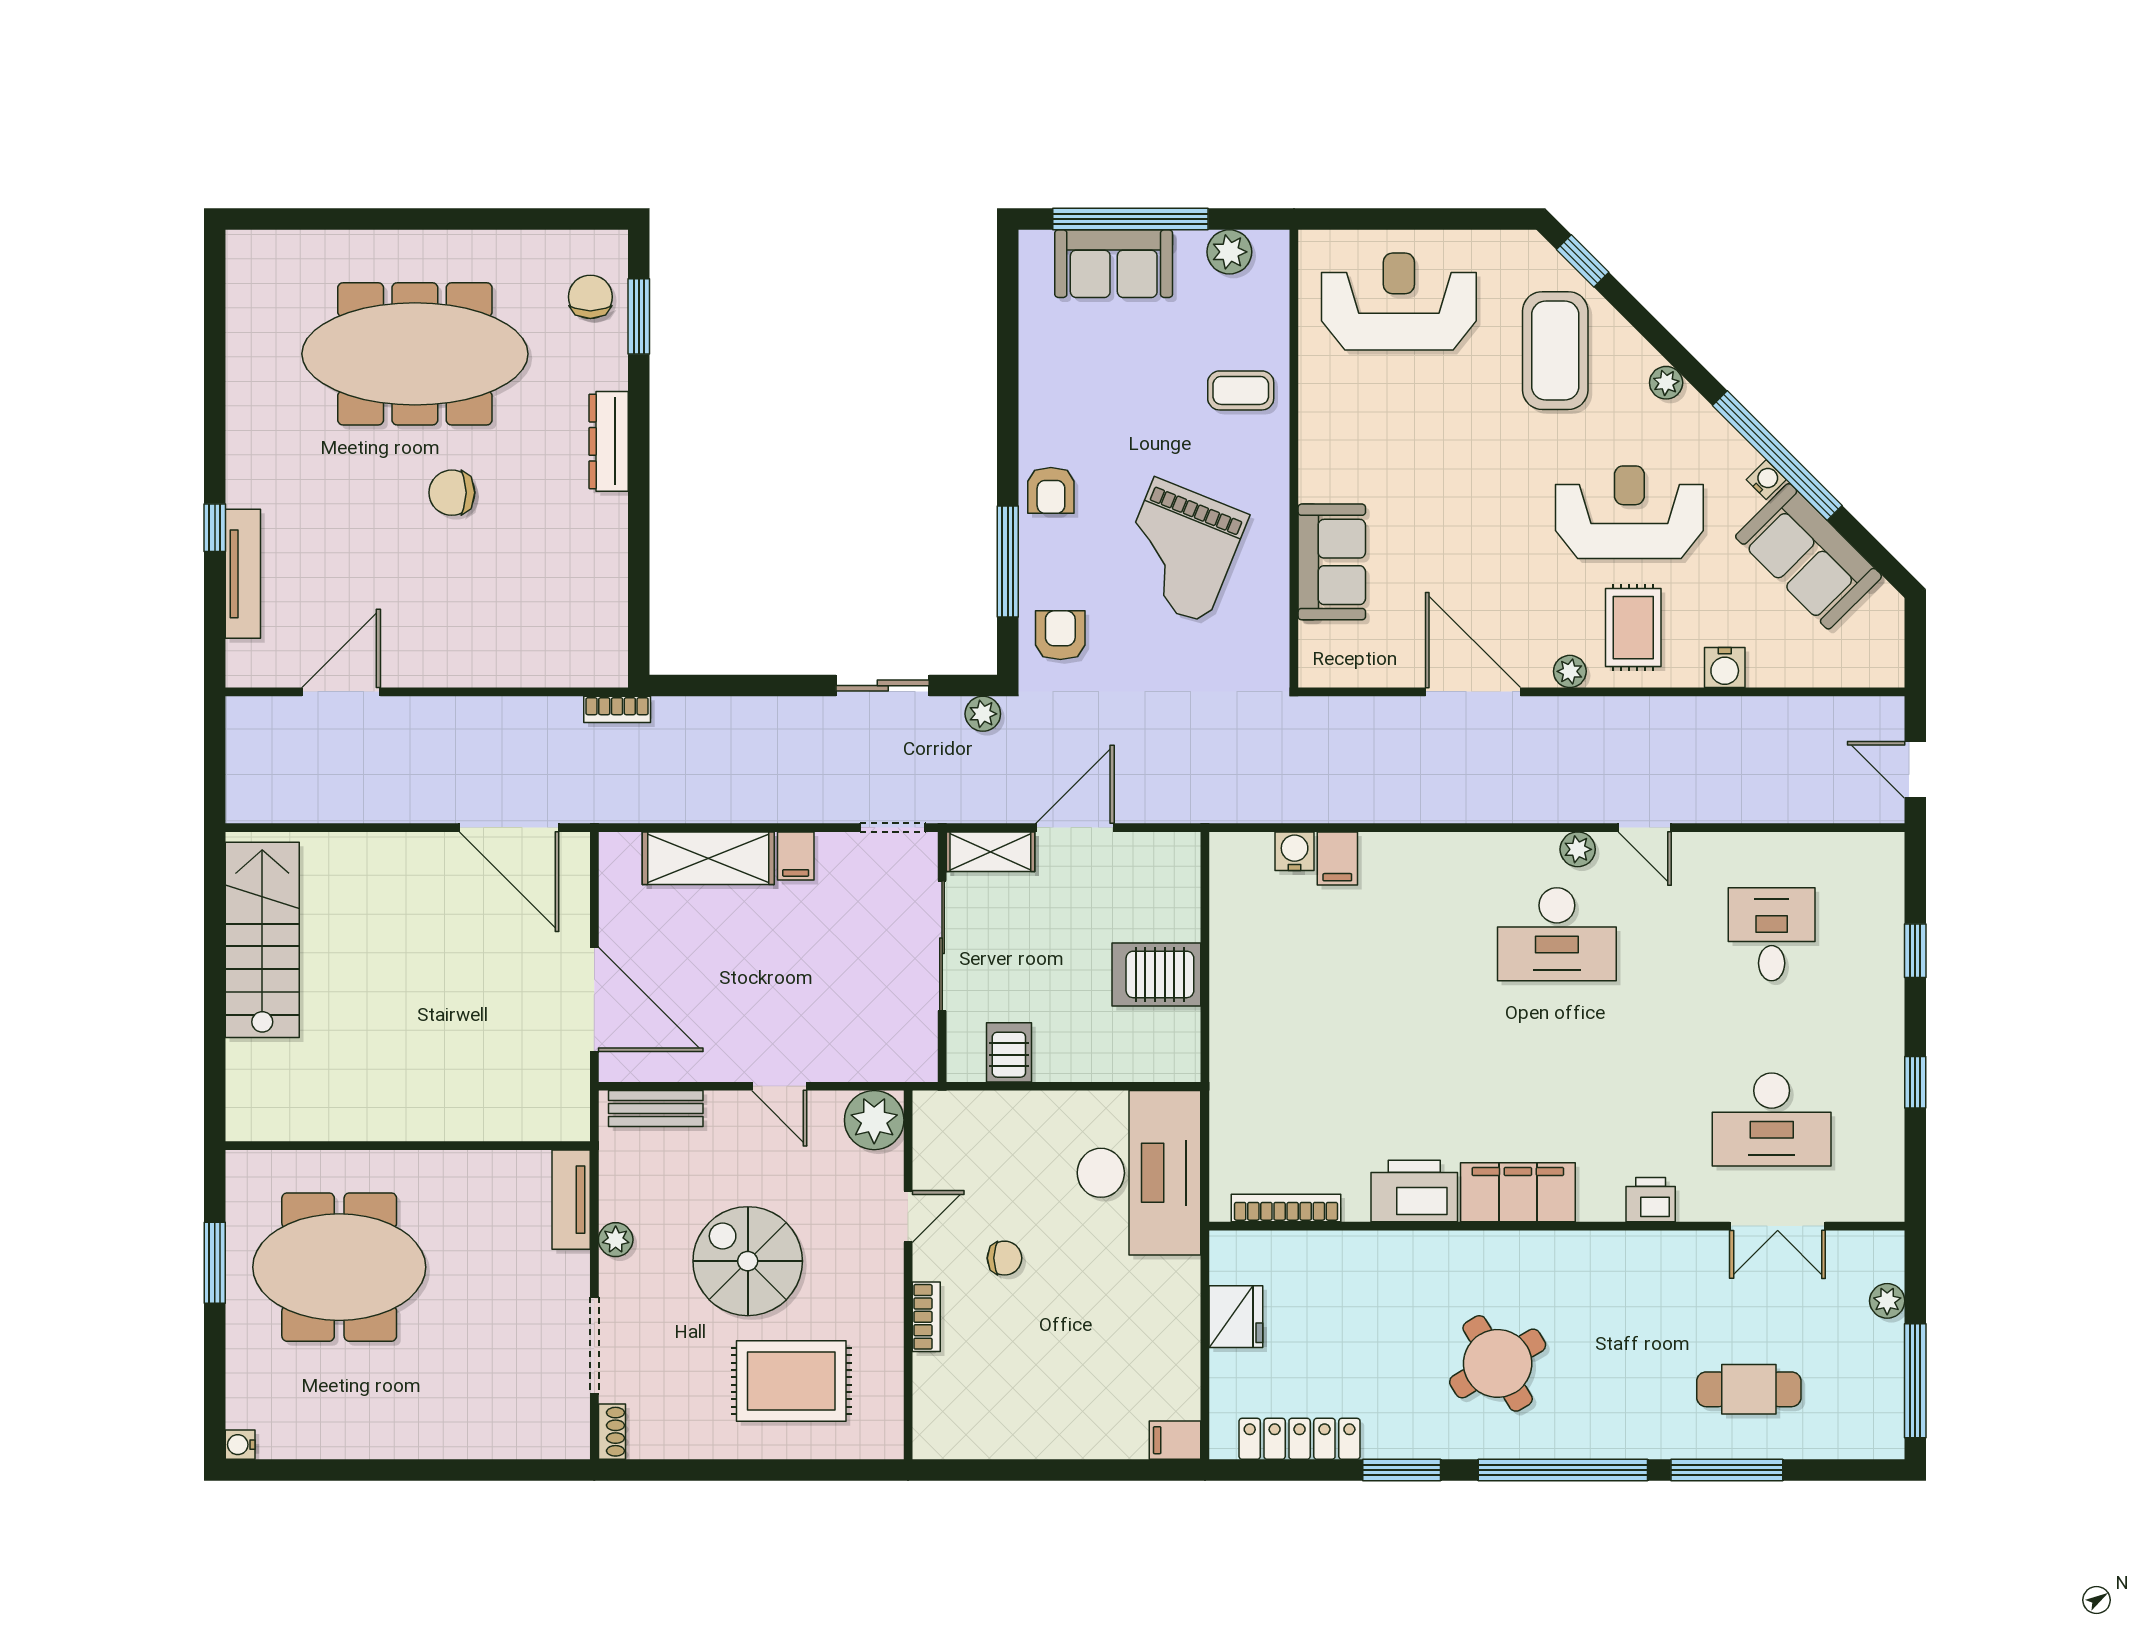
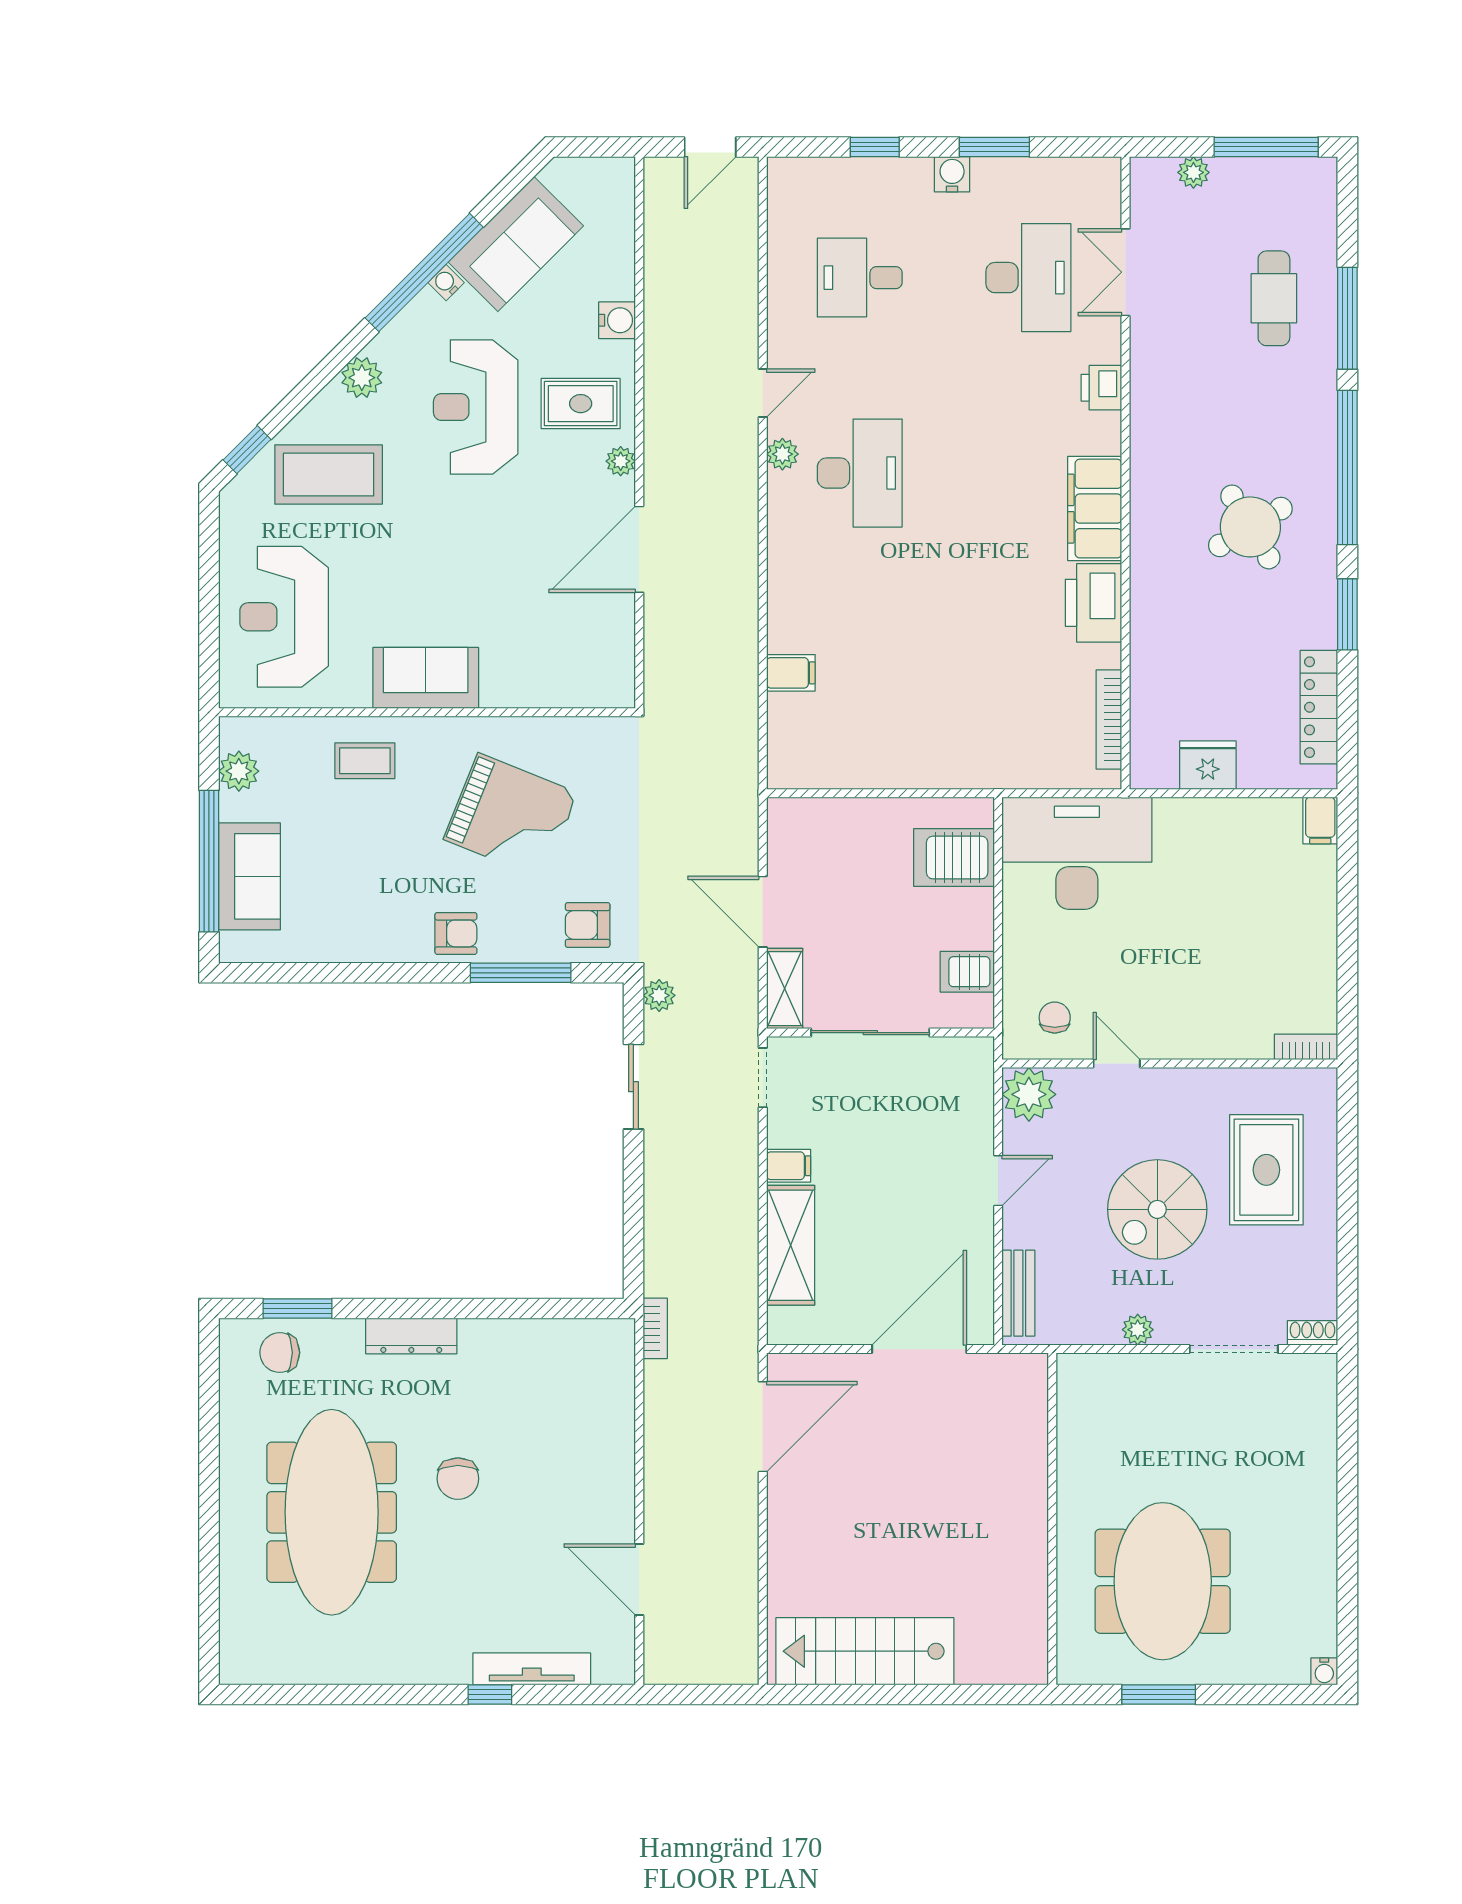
plant: (1666, 383) -> (362, 378), width x1.38, depth x1.38
coffee table: (1241, 390) -> (365, 761), turned 90
sofa: (1332, 562) -> (426, 678), moved
water cooler: (1295, 851) -> (952, 174), moved, turned 90
server rack: (1156, 974) -> (954, 858), moved, turned 90
window: (1915, 1082) -> (994, 147), width x1.50
tv unit: (571, 1200) -> (1101, 1370), removed
double door: (1778, 1226) -> (1125, 272), swing flipped
chair: (1004, 1258) -> (1055, 1018), moved
bookcase: (926, 1317) -> (1306, 1047), moved

